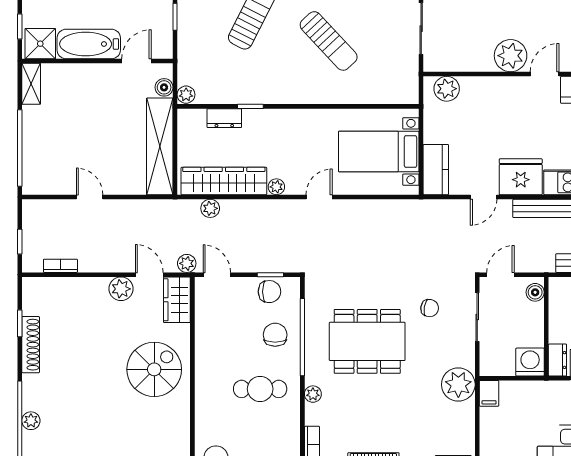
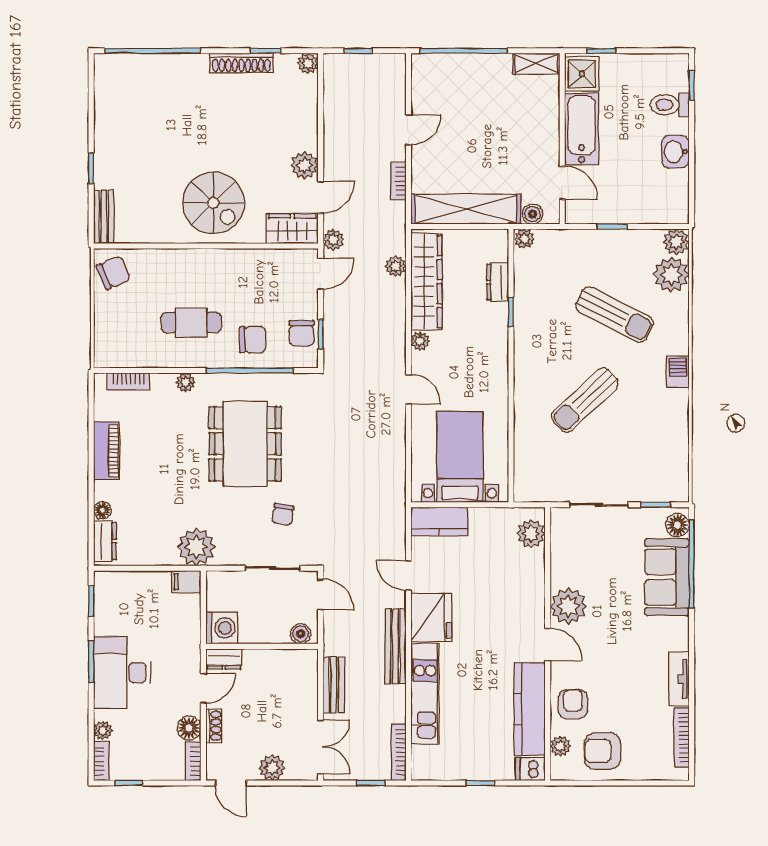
bookcase: (60, 266) -> (398, 181), moved, turned 180
cafe table: (260, 389) -> (191, 323), turned 90
plant: (31, 421) -> (308, 63), moved

